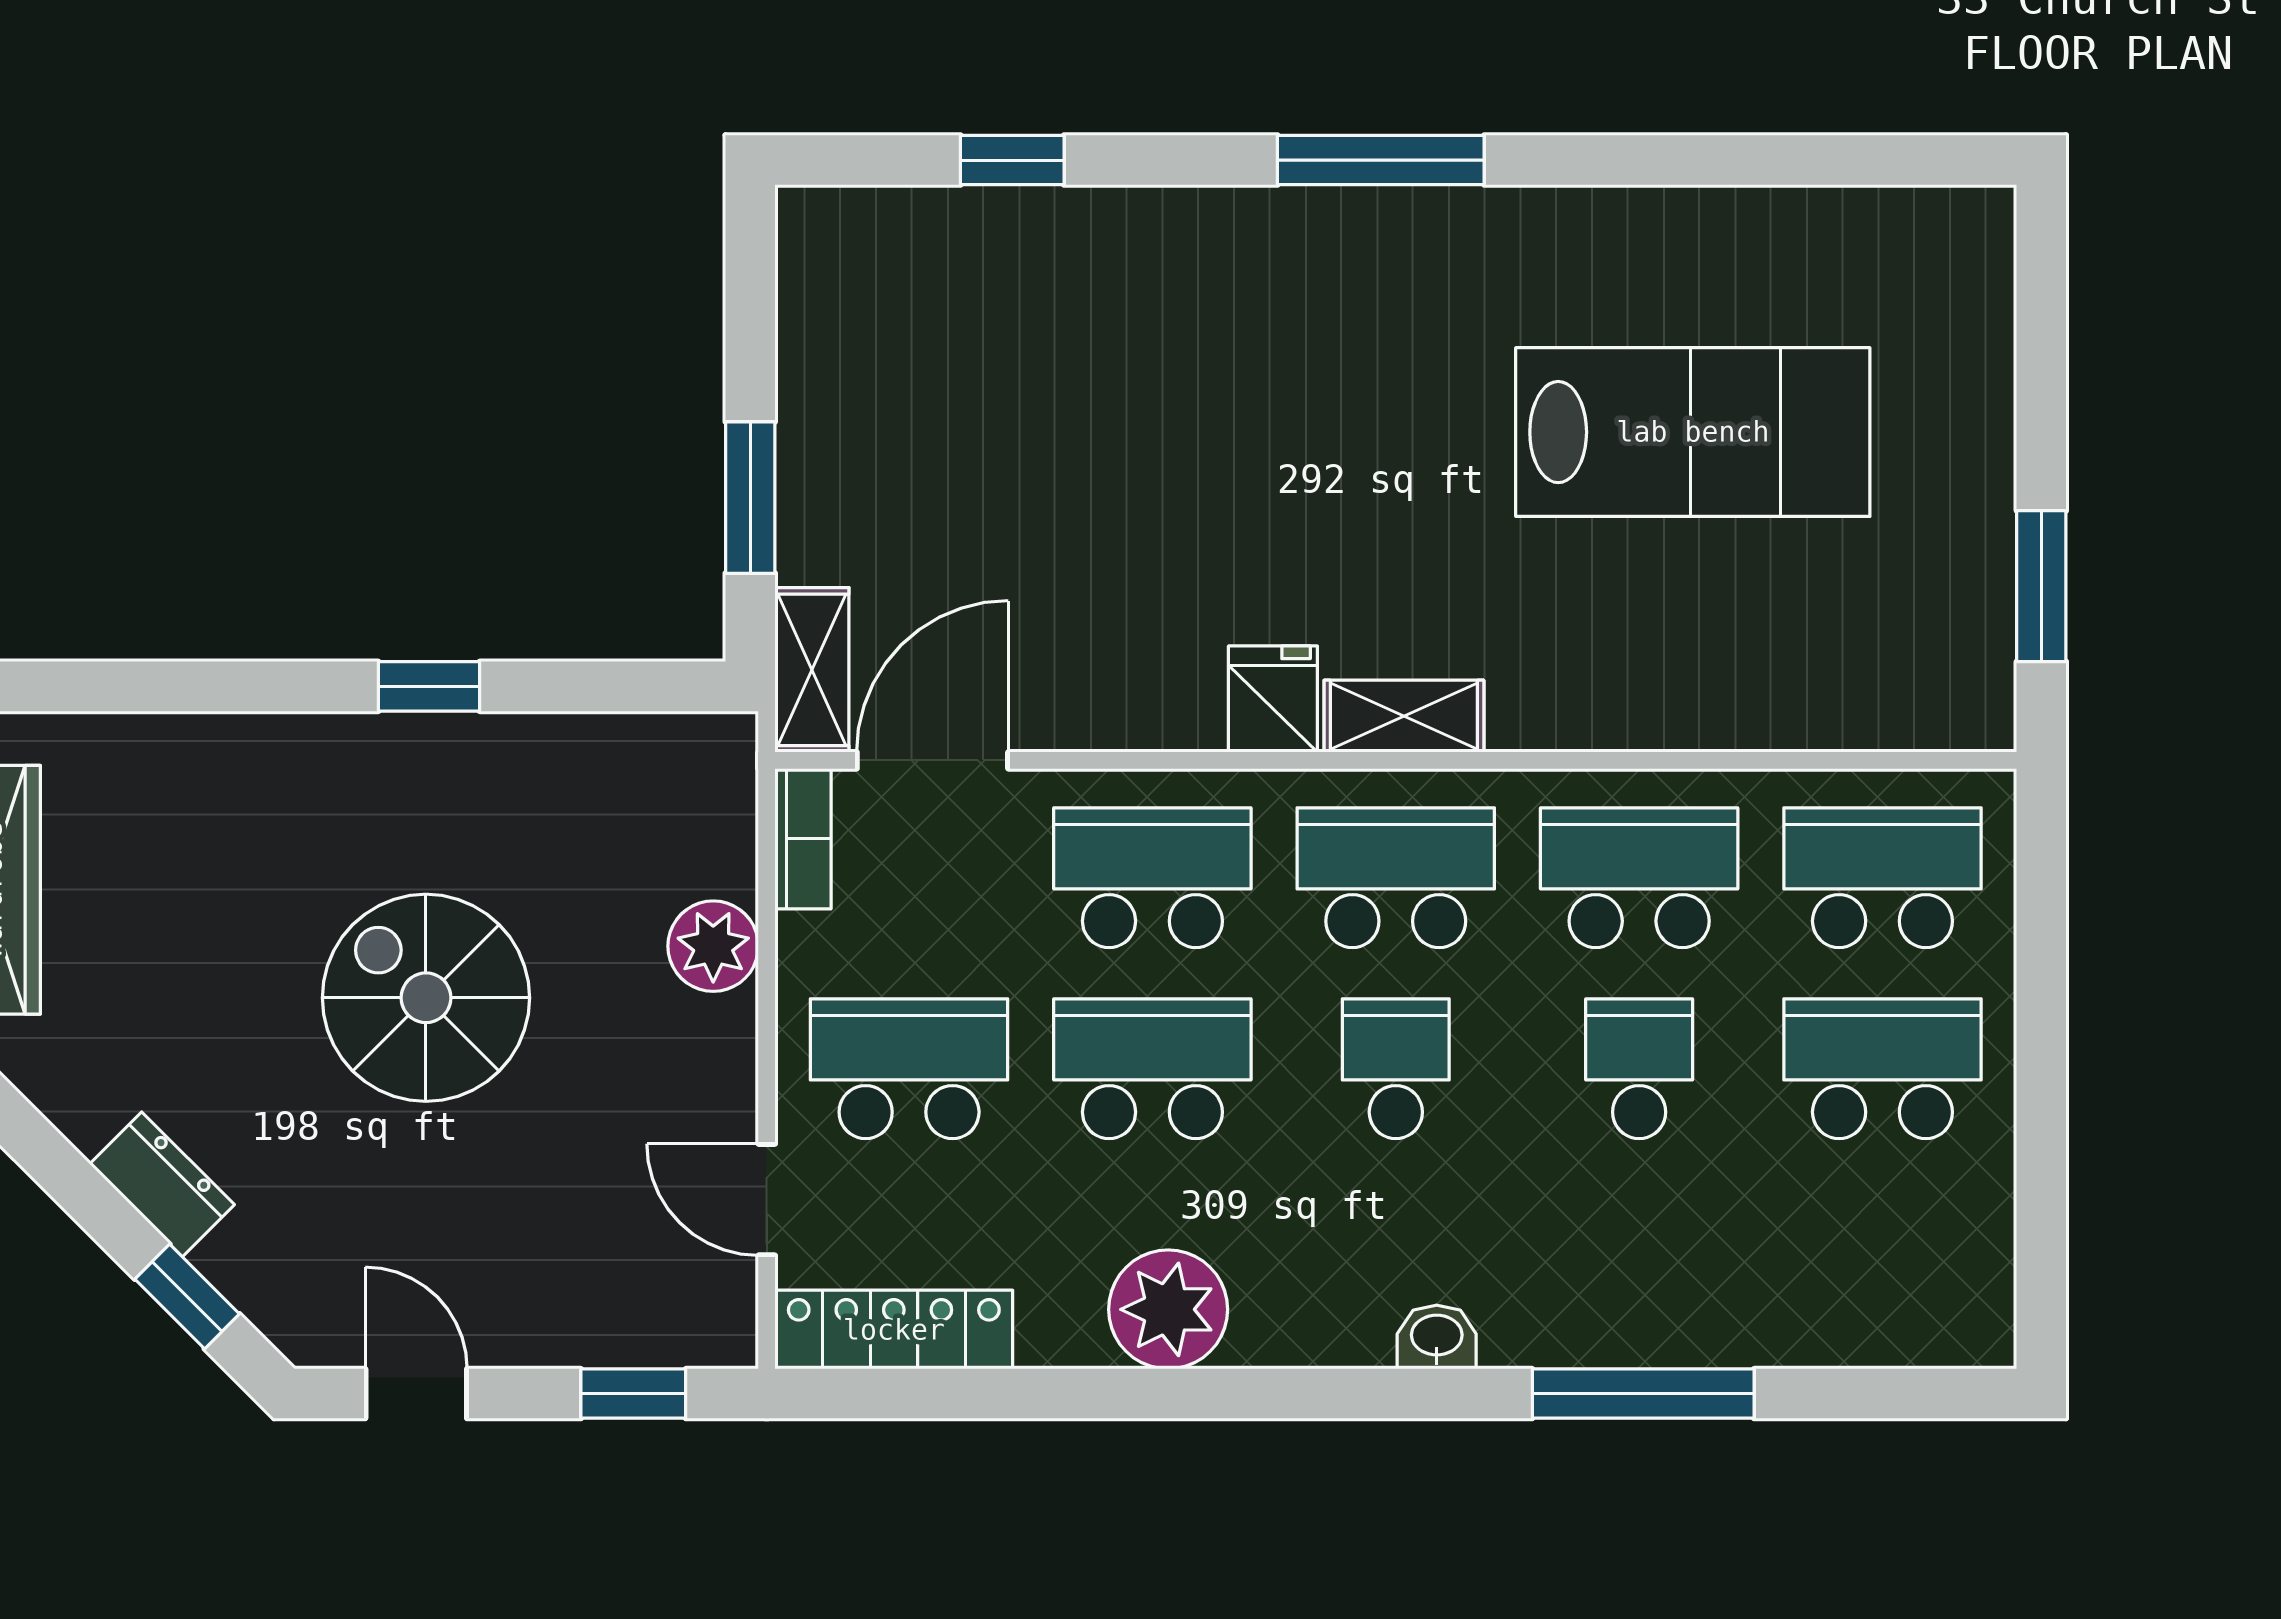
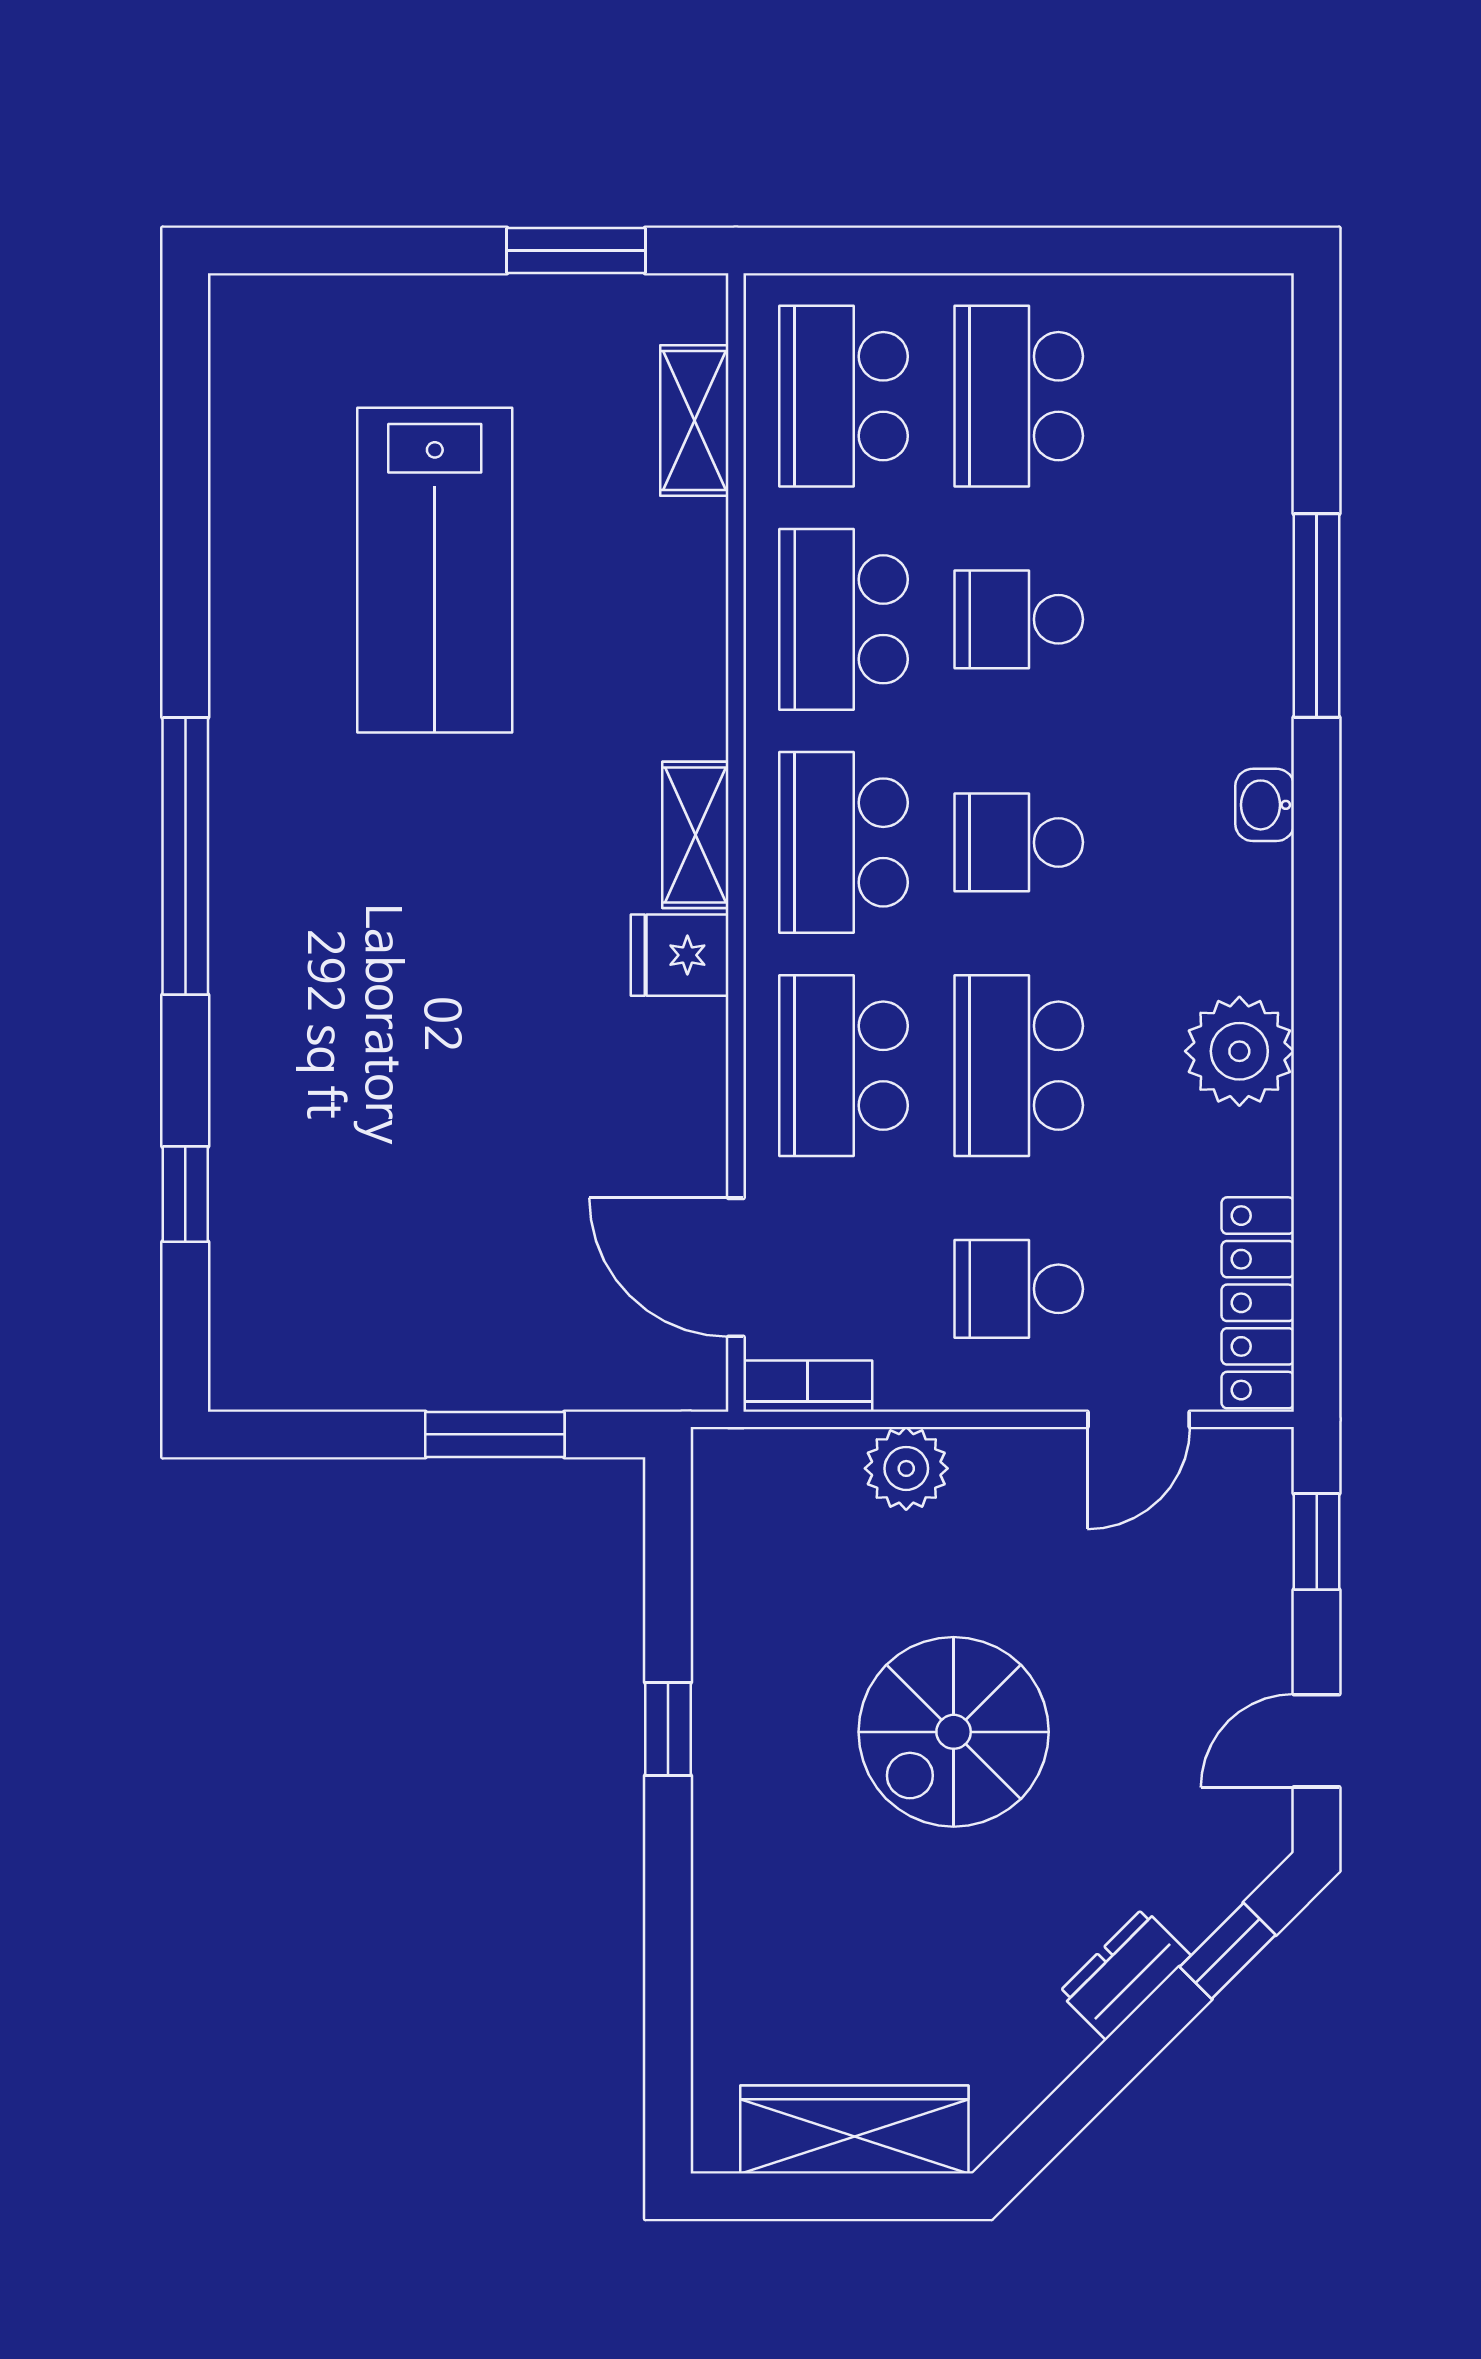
window: (1381, 160) -> (185, 856), width x1.46
lab bench: (1693, 432) -> (435, 570), turned 180
shelving: (812, 670) -> (694, 421), moved, turned 90
school desk: (909, 1069) -> (1019, 1289), width x0.54

